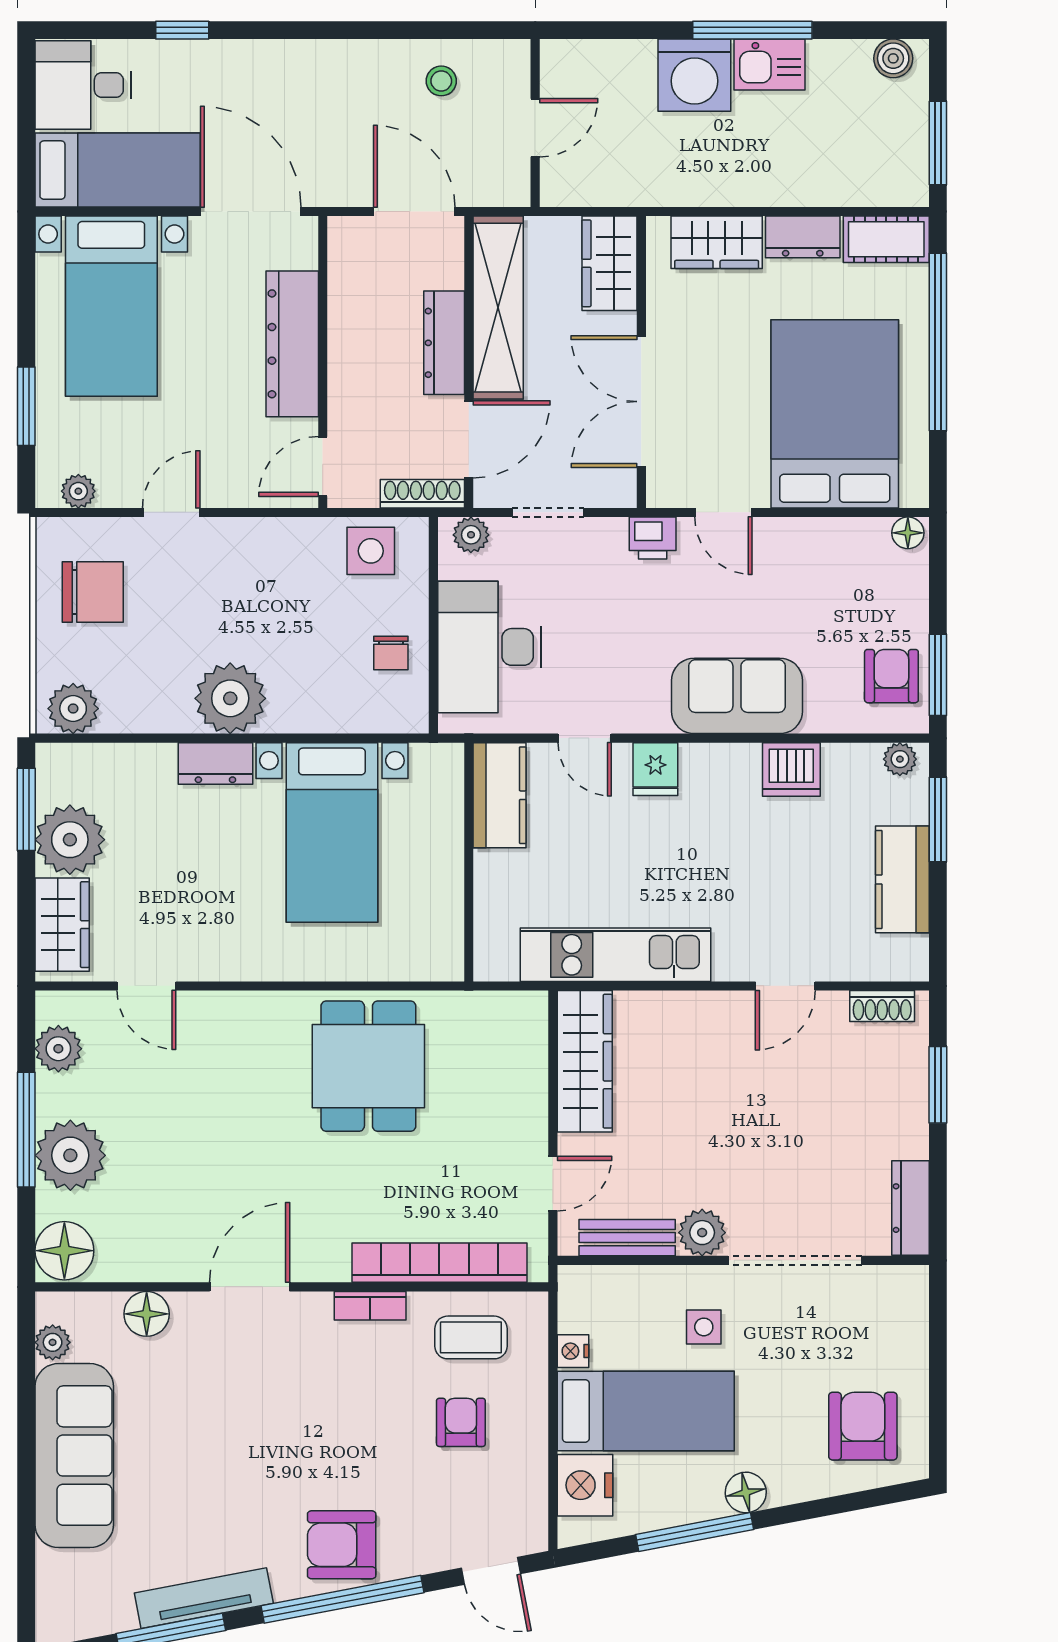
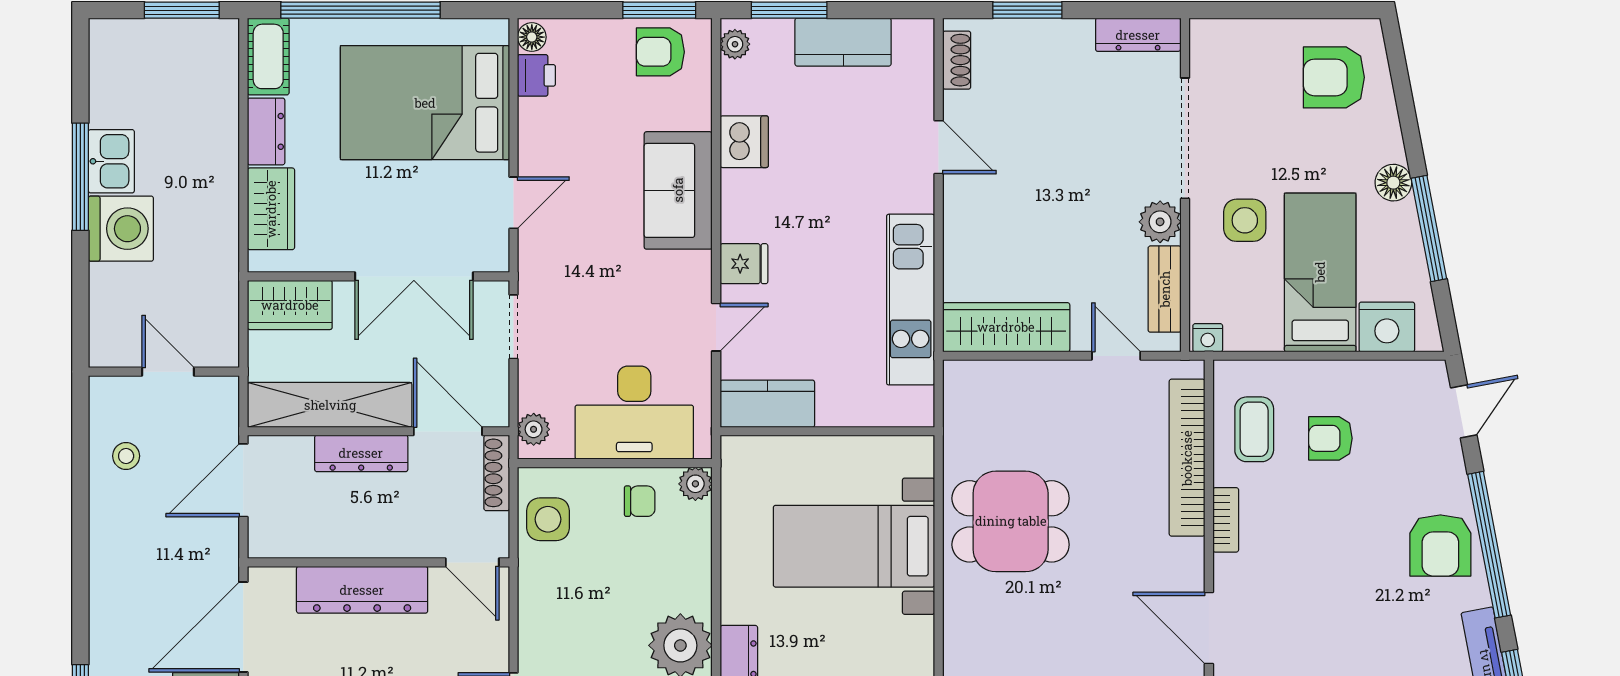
boiler: (893, 58) -> (106, 50), removed
doorway: (548, 512) -> (514, 327), moved
printer: (653, 538) -> (536, 75), moved
plant: (410, 715) -> (695, 484), added
bed with nightstands: (332, 832) -> (854, 546), moved, turned 180
side table: (704, 1327) -> (1245, 220), width x1.37, depth x1.37
nightstand: (573, 1351) -> (1208, 338), moved

